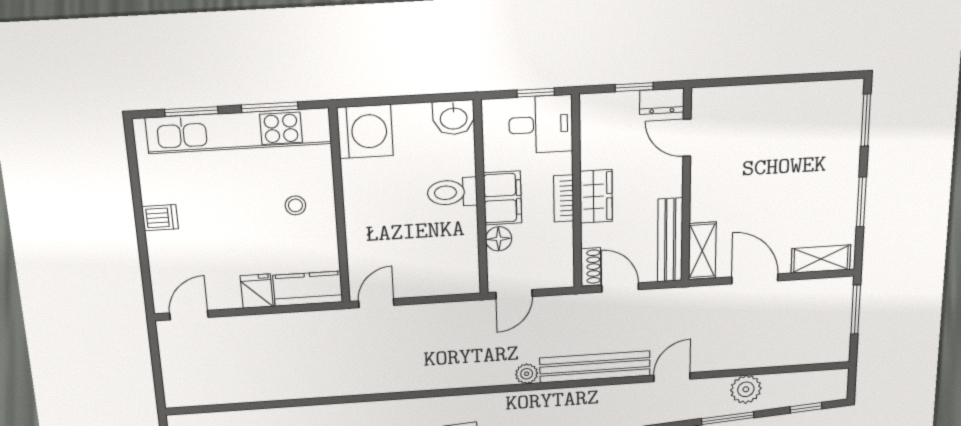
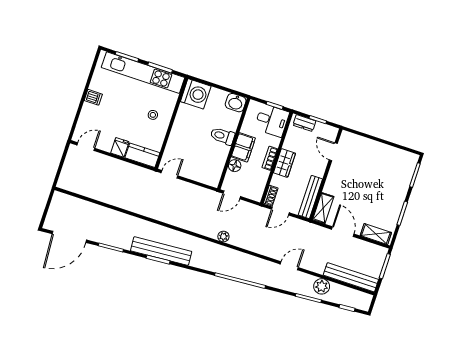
dresser: (662, 101) -> (304, 123), moved
door: (620, 287) -> (280, 211), swing flipped
bench: (595, 367) -> (351, 277), moved

